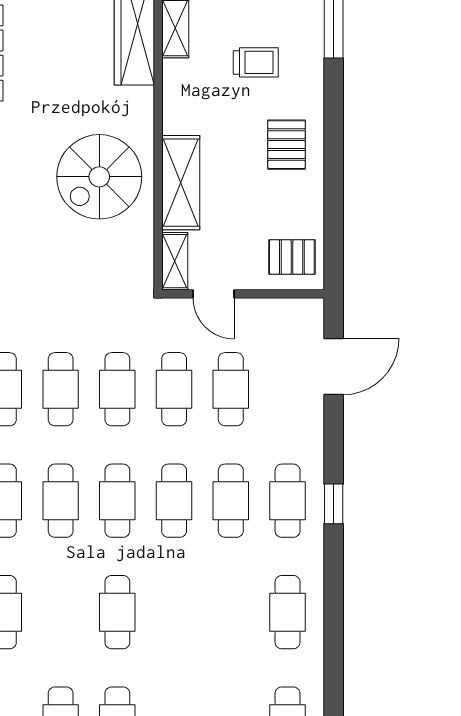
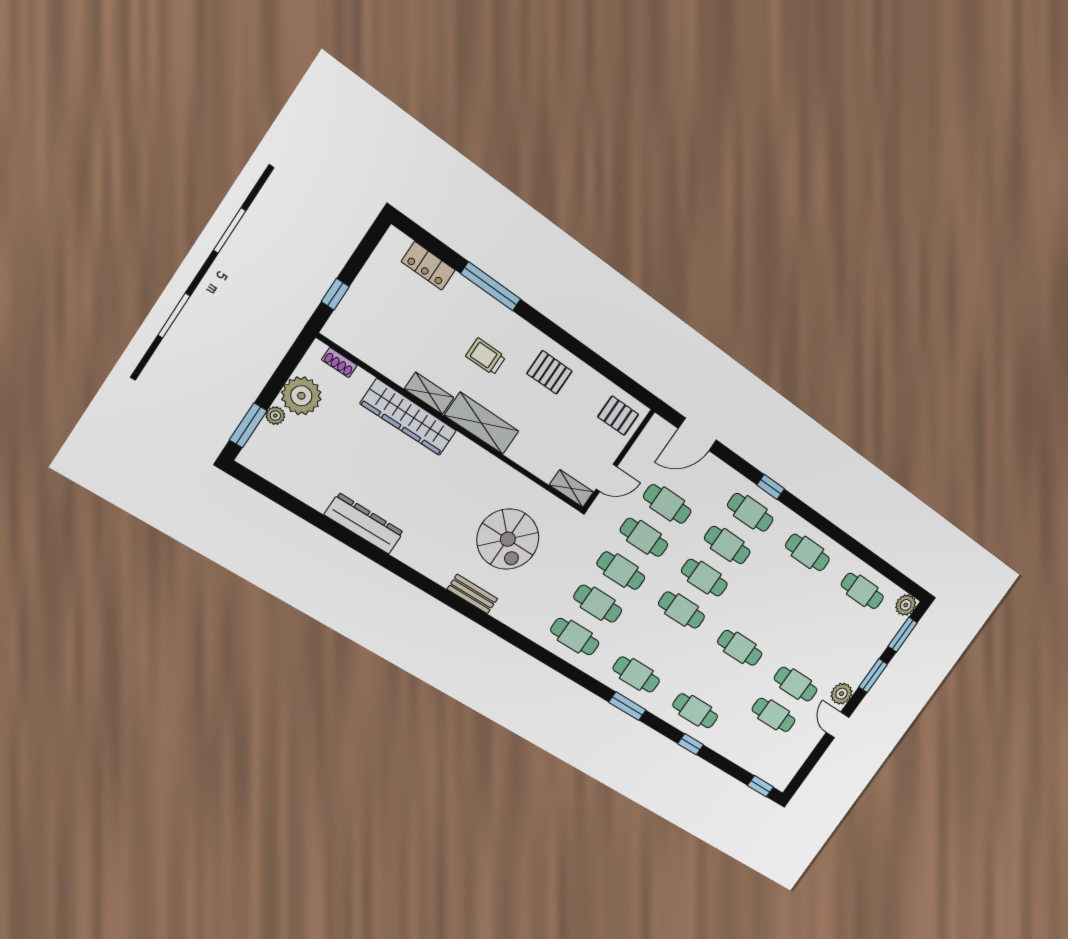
trolley: (256, 62) -> (486, 356), turned -90
spiral stairs: (99, 177) -> (508, 539), moved
shelving: (181, 183) -> (482, 423), moved
pallet: (292, 257) -> (618, 416), turned 90
door: (334, 367) -> (697, 434), swing flipped
cafe table: (61, 501) -> (659, 642), removed

